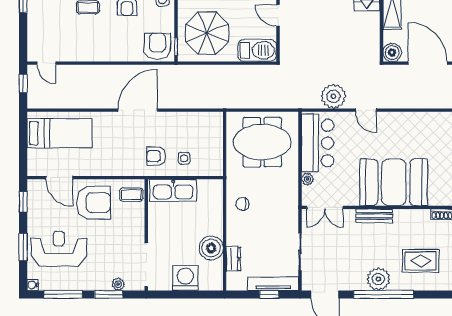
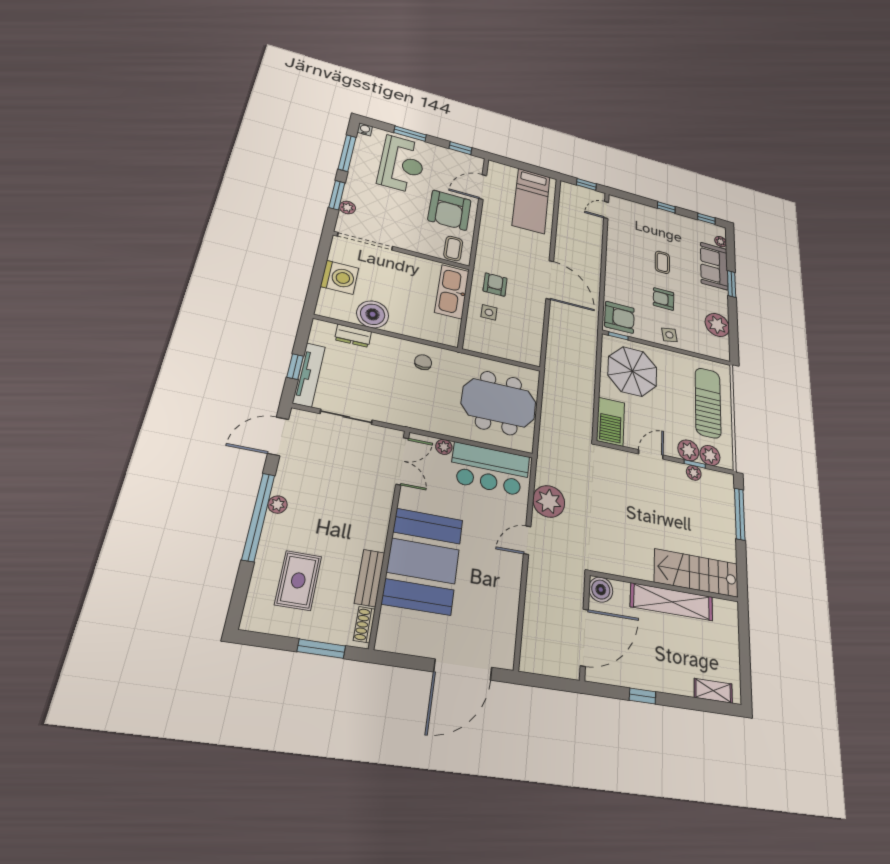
meeting table: (262, 142) -> (499, 403), turned 90
double door: (325, 207) -> (402, 461), swing flipped
bench: (374, 216) -> (370, 578), moved
plant: (378, 279) -> (278, 505), width x0.53, depth x0.53

